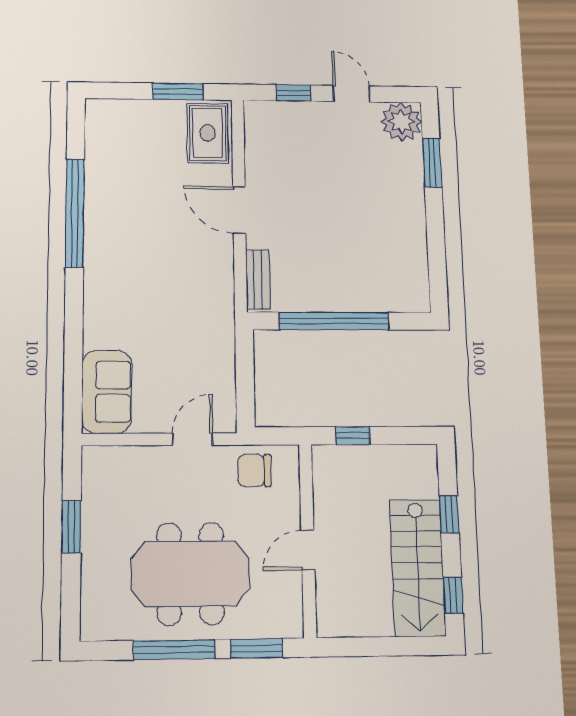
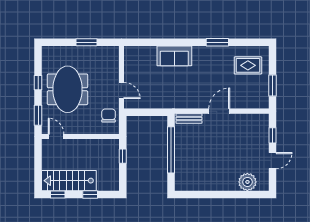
plant: (401, 122) -> (247, 182), moved
rug: (208, 133) -> (248, 65), moved
window: (432, 163) -> (241, 195), removed
window: (75, 213) -> (217, 42), width x0.47
sofa: (107, 392) -> (174, 56), moved
door: (308, 550) -> (56, 136), moved
window: (174, 650) -> (38, 83), width x0.46

